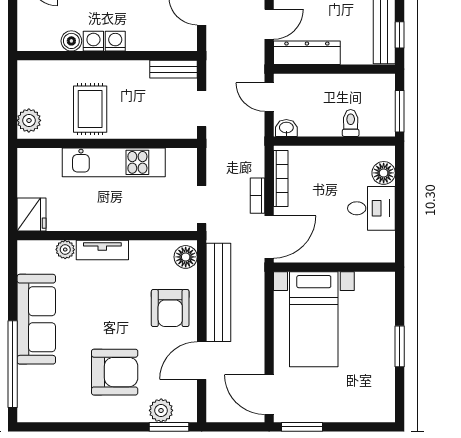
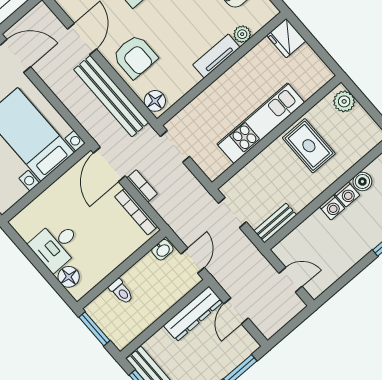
door: (269, 97) -> (193, 261), hinge flipped
armchair: (170, 308) -> (135, 56), turned 180

